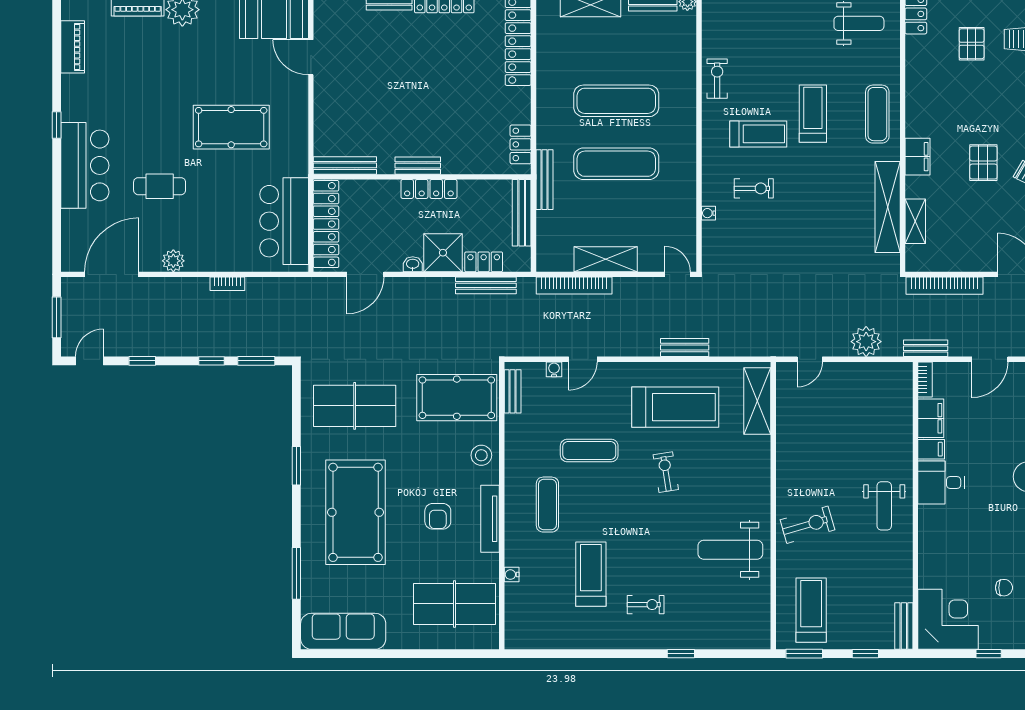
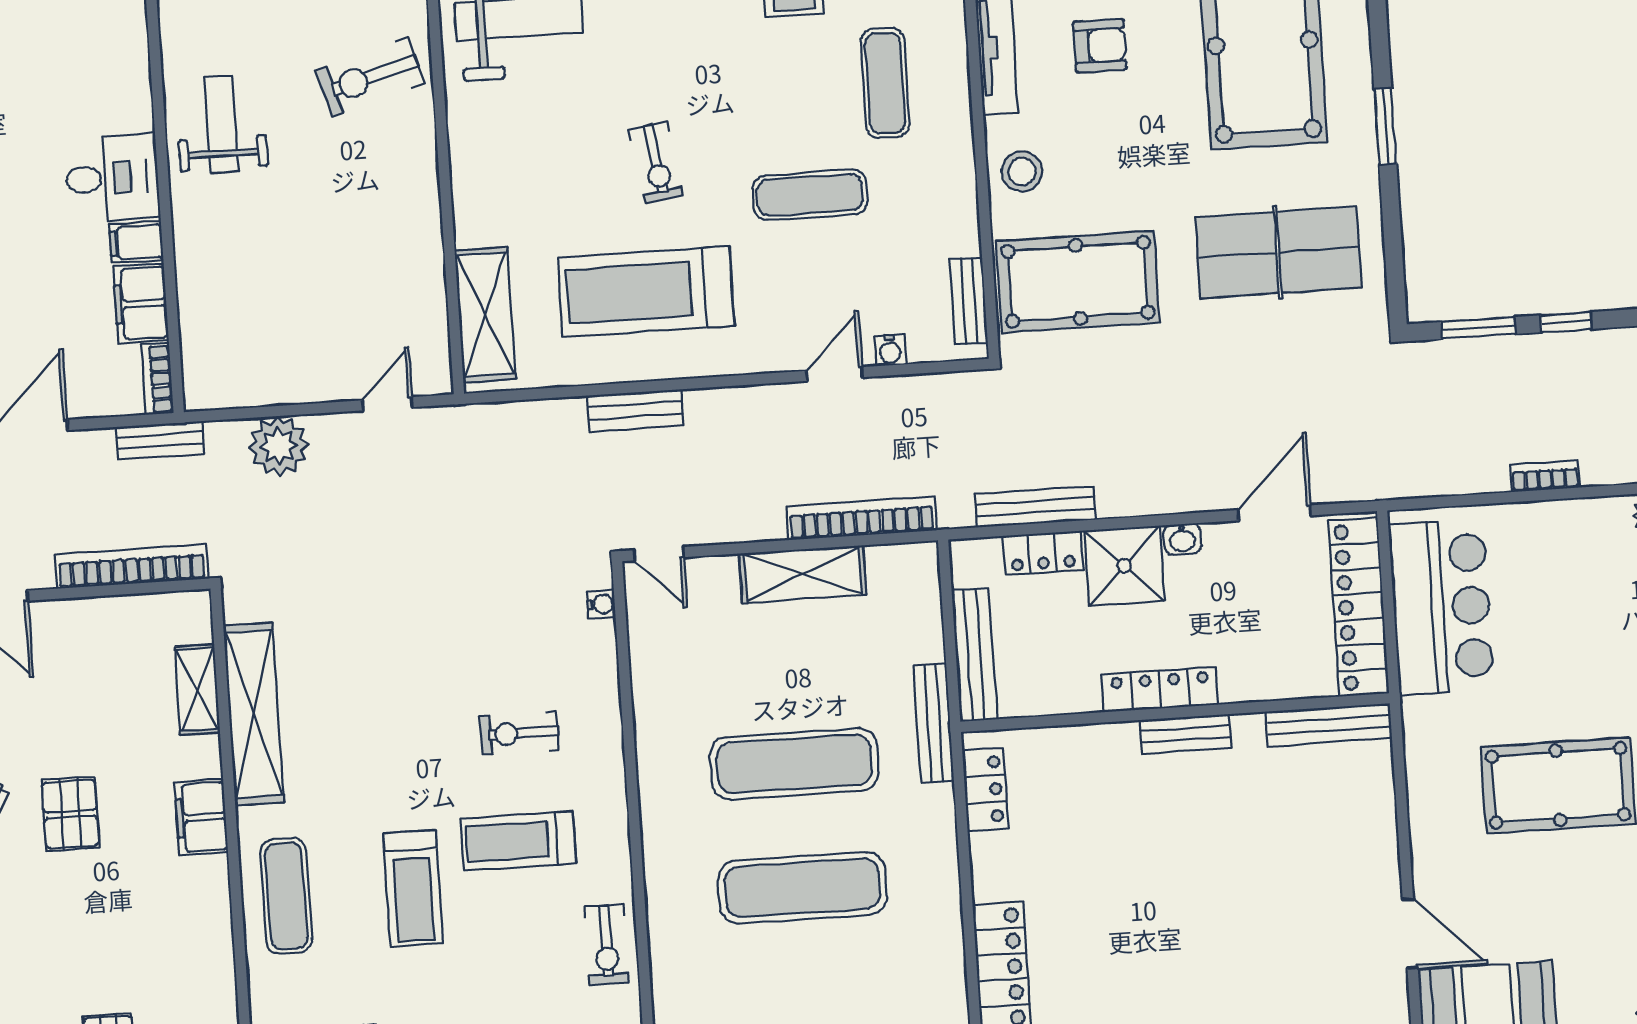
water cooler: (708, 213) -> (601, 604), moved
armchair: (438, 516) -> (1100, 46), turned 90

